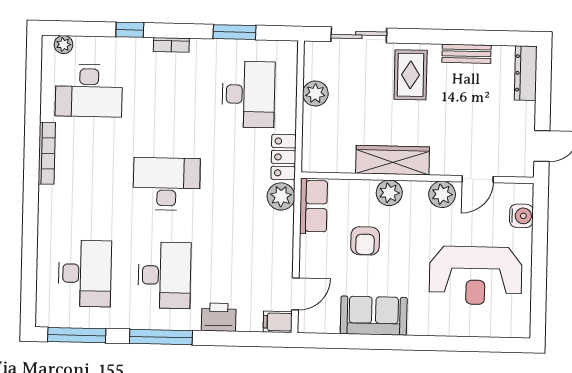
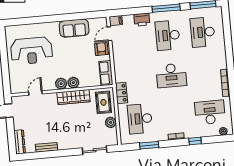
rug: (411, 75) -> (103, 102), moved
plant: (442, 194) -> (61, 84), moved
plant: (281, 196) -> (121, 76), removed
water cooler: (521, 216) -> (14, 79), removed
armchair: (365, 241) -> (101, 49), moved
reception desk: (476, 276) -> (31, 51), turned 180

